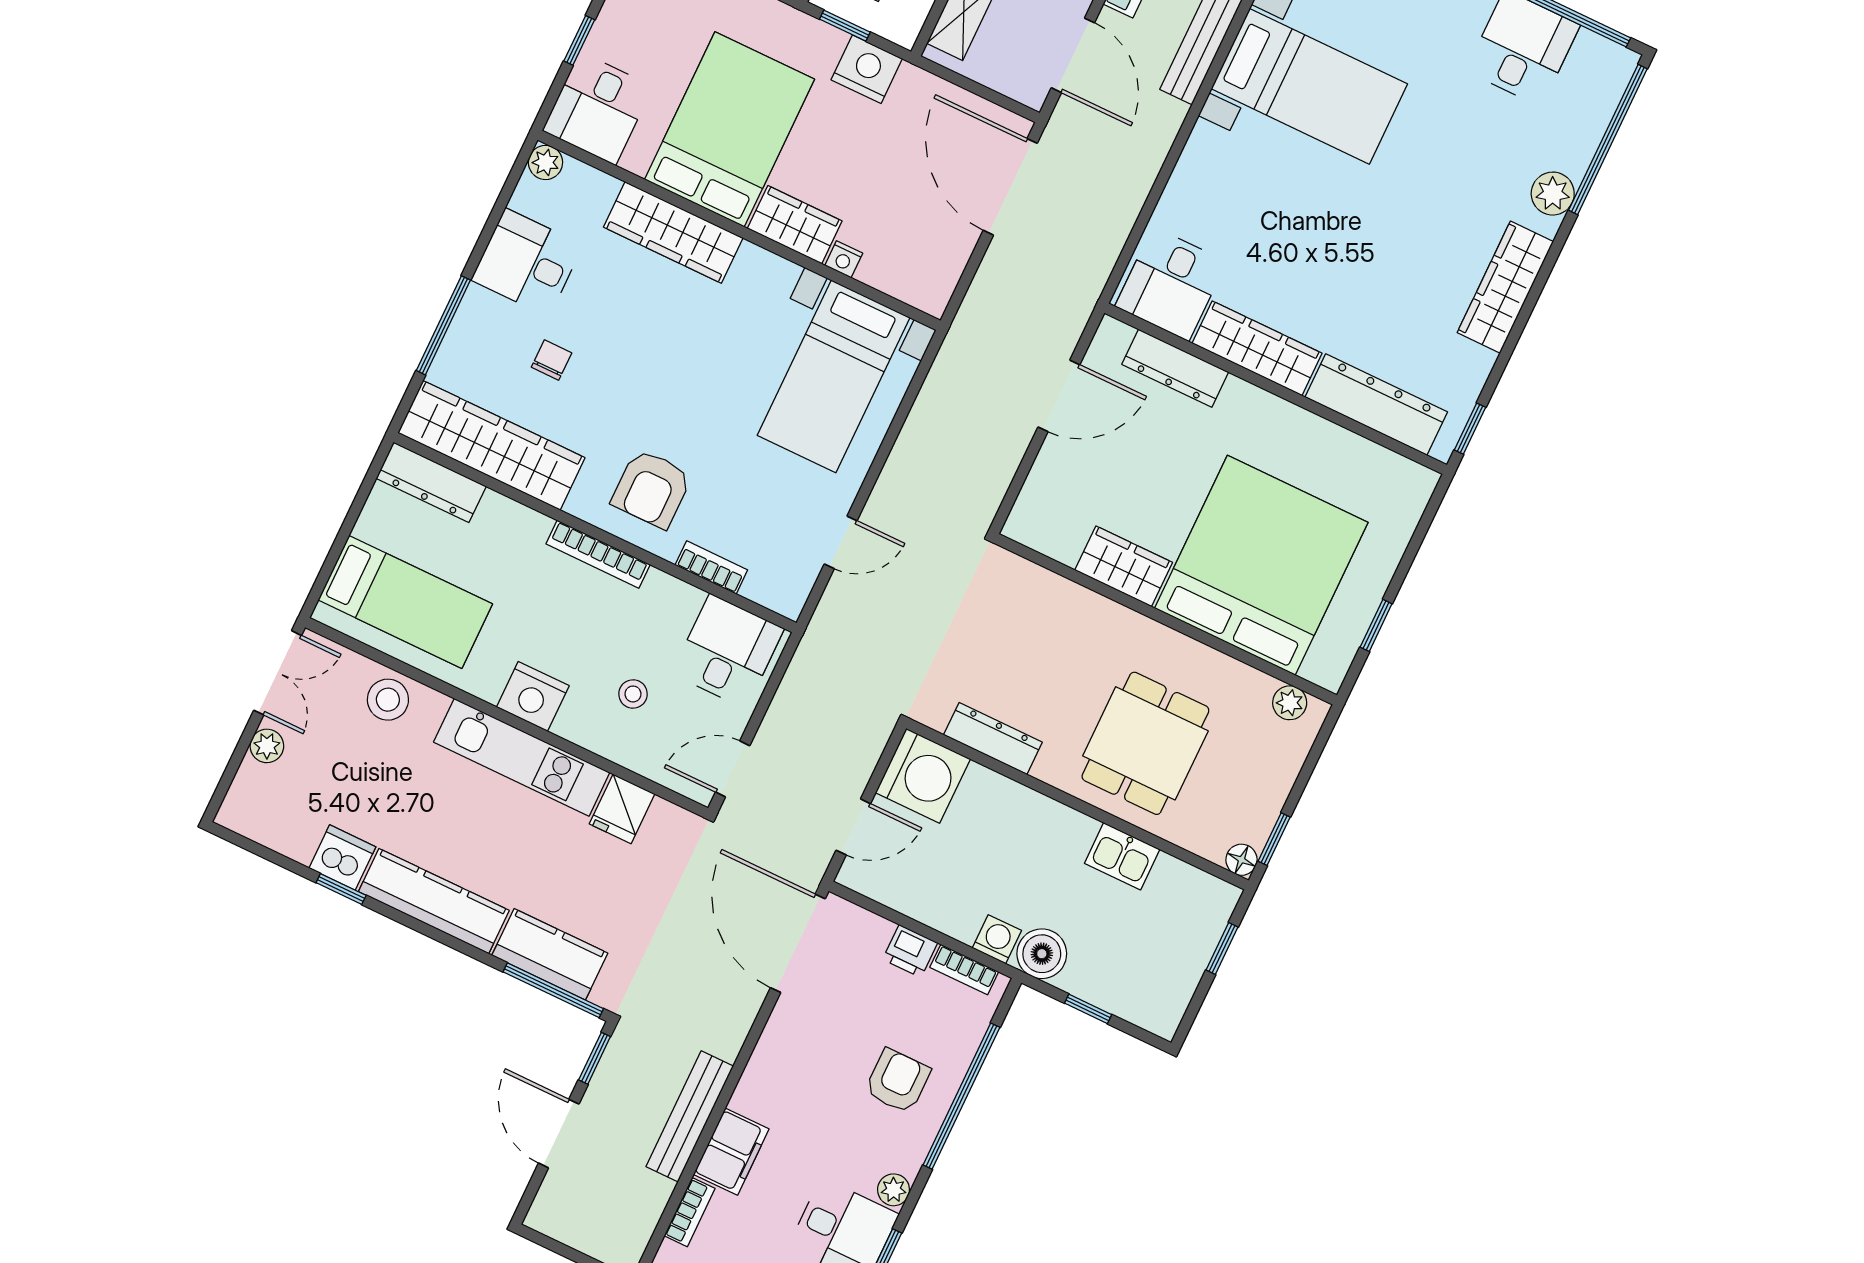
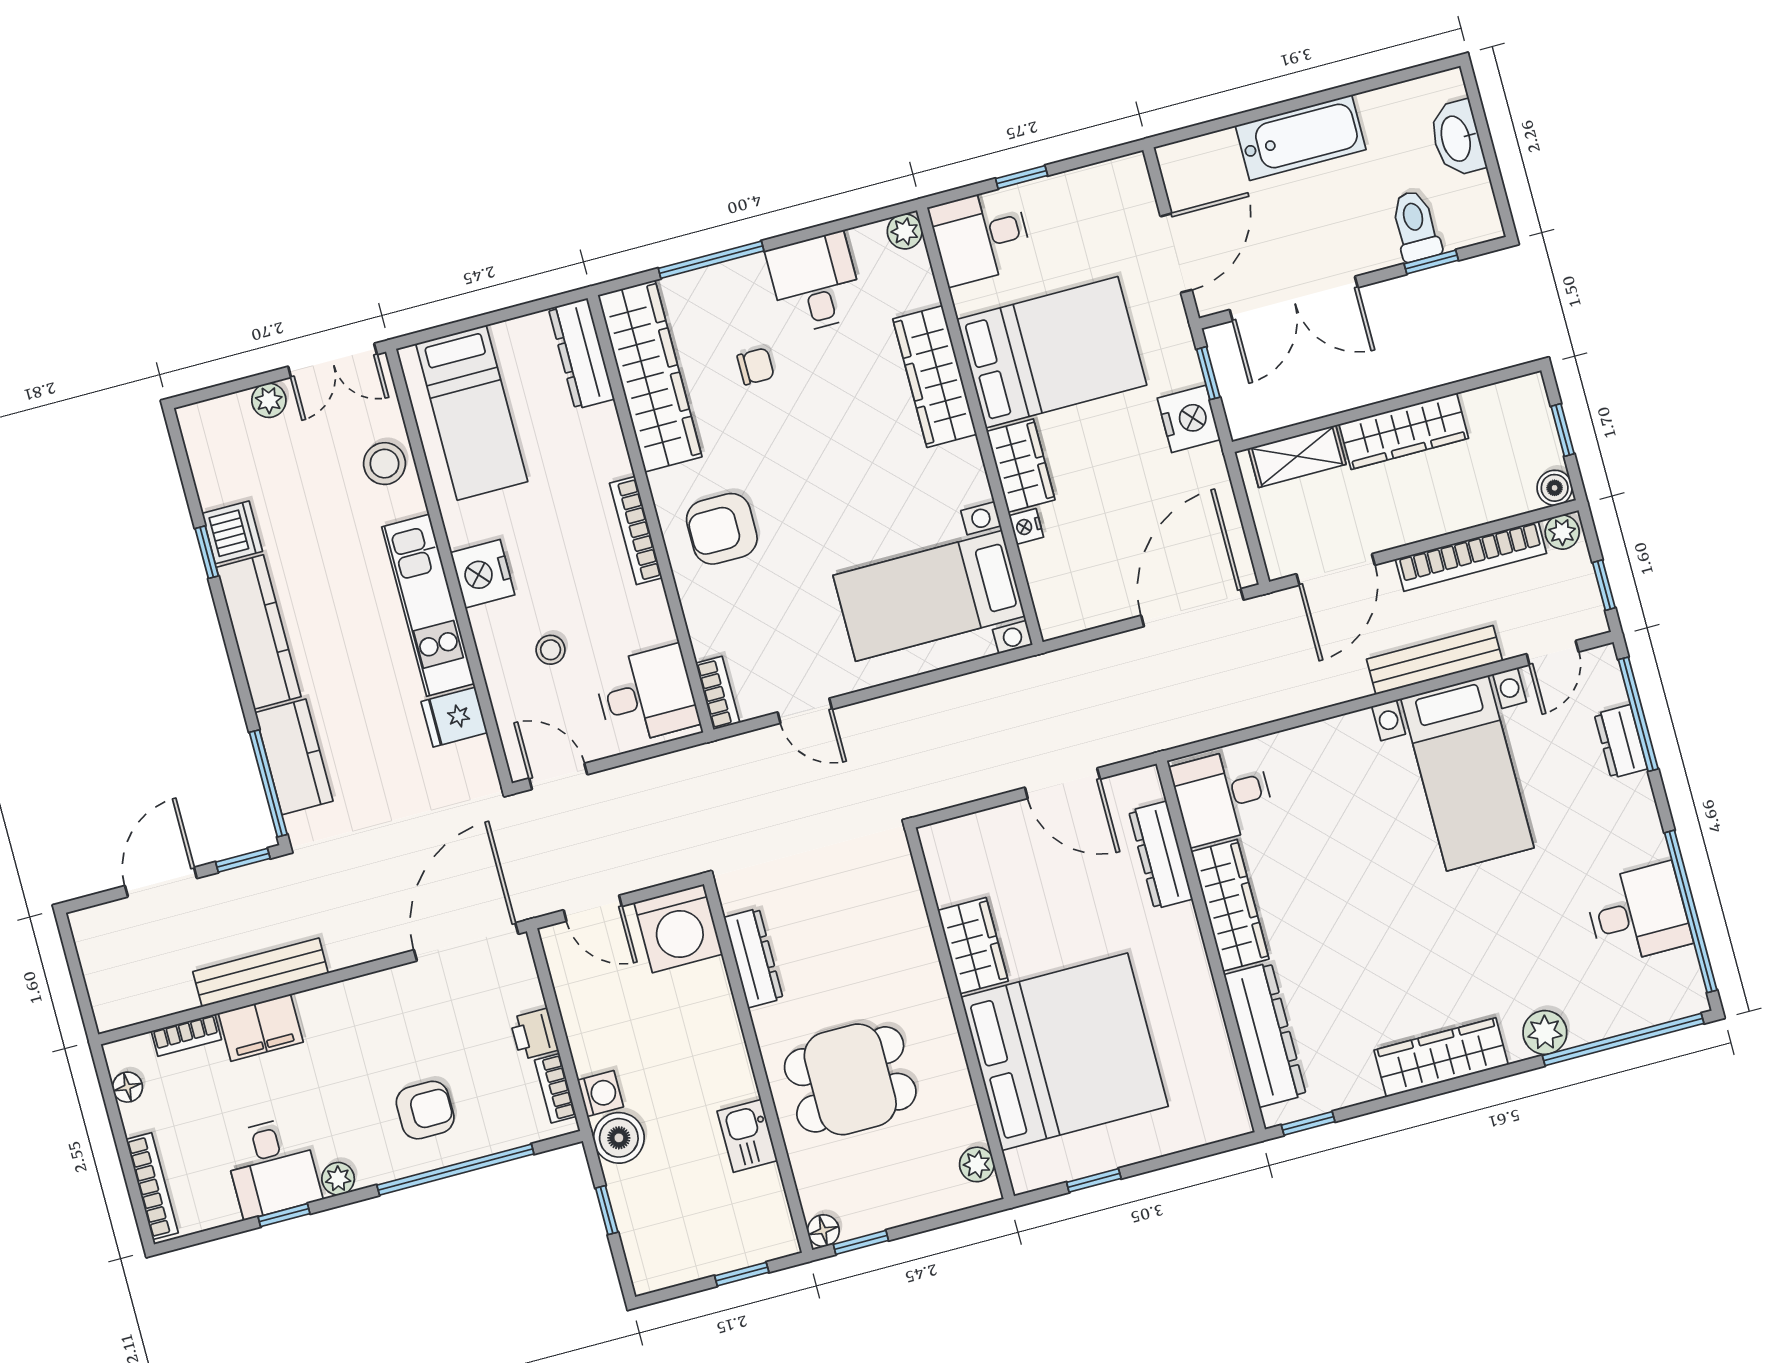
bookcase: (711, 567) -> (718, 693), moved

